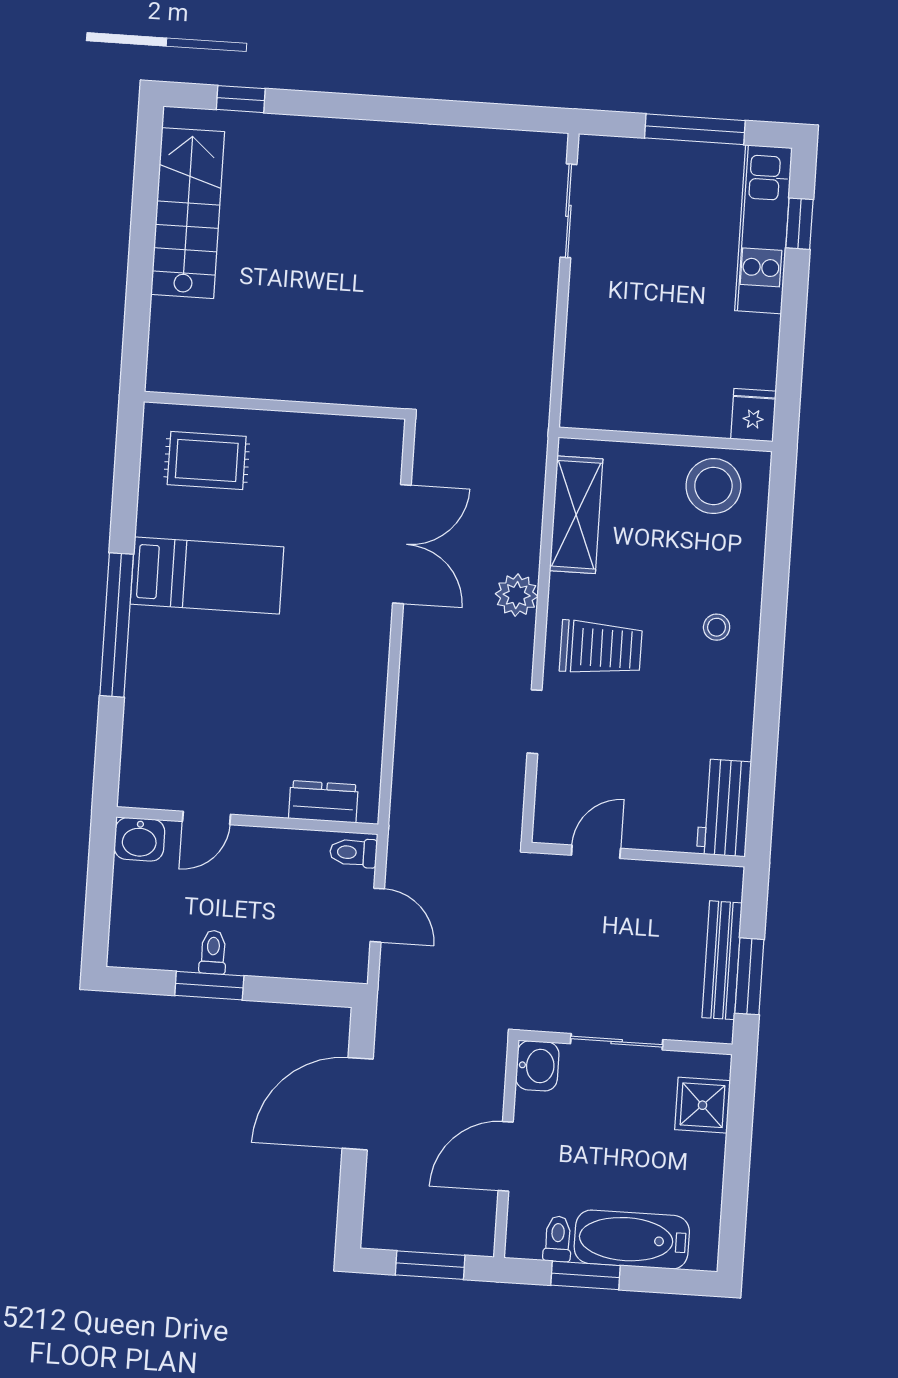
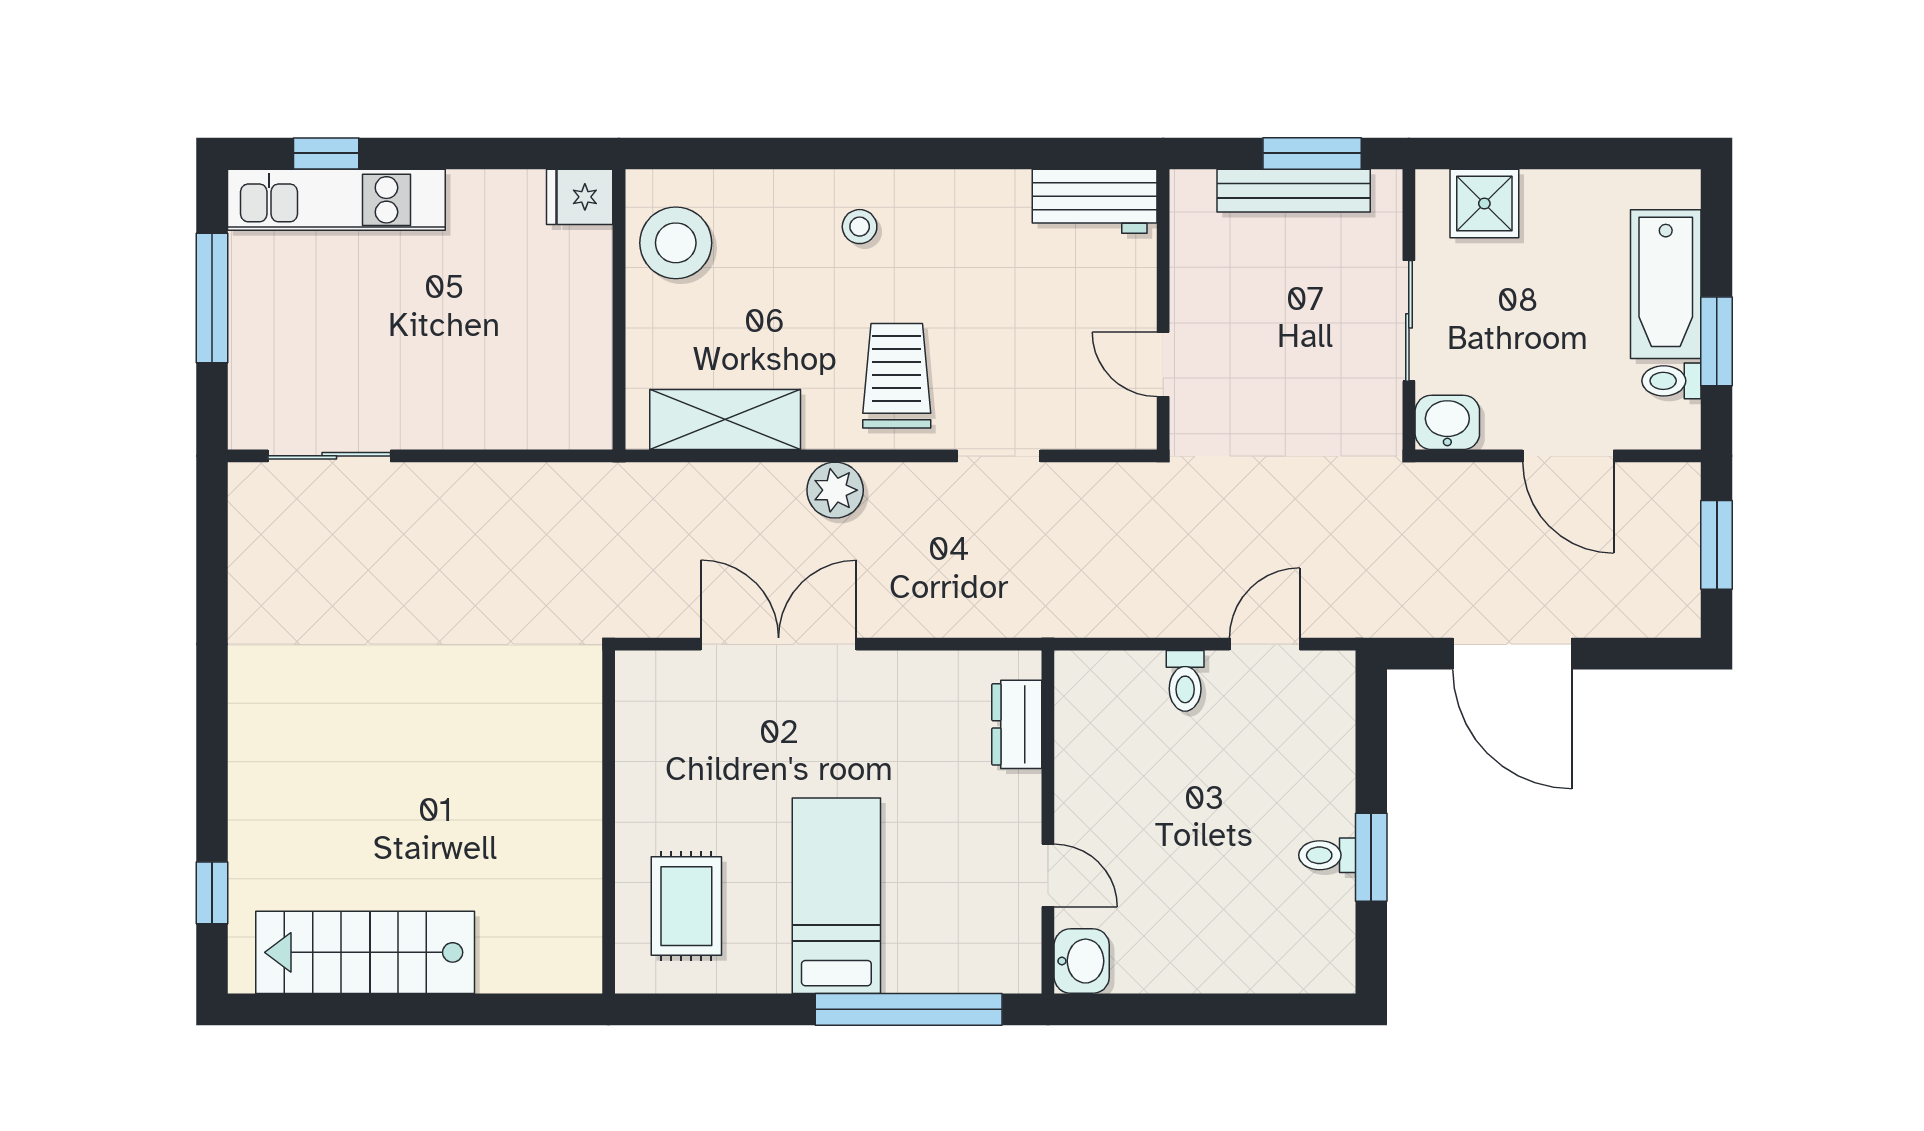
dresser: (323, 802) -> (1017, 724), moved
door: (206, 818) -> (1048, 875), moved
wall: (247, 821) -> (1048, 822), moved
washbasin: (139, 839) -> (1082, 961), moved

